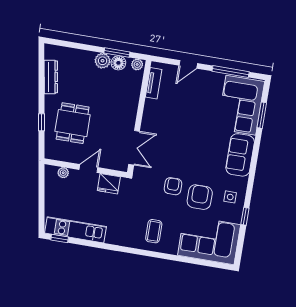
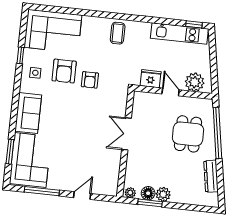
tv unit: (154, 83) -> (114, 176), removed
window: (41, 122) -> (217, 133), width x3.17
double door: (134, 148) -> (126, 134), moved
door: (88, 169) -> (171, 92), swing flipped
plant: (63, 173) -> (195, 82), width x1.88, depth x1.88
coffee table: (154, 231) -> (118, 33), moved

